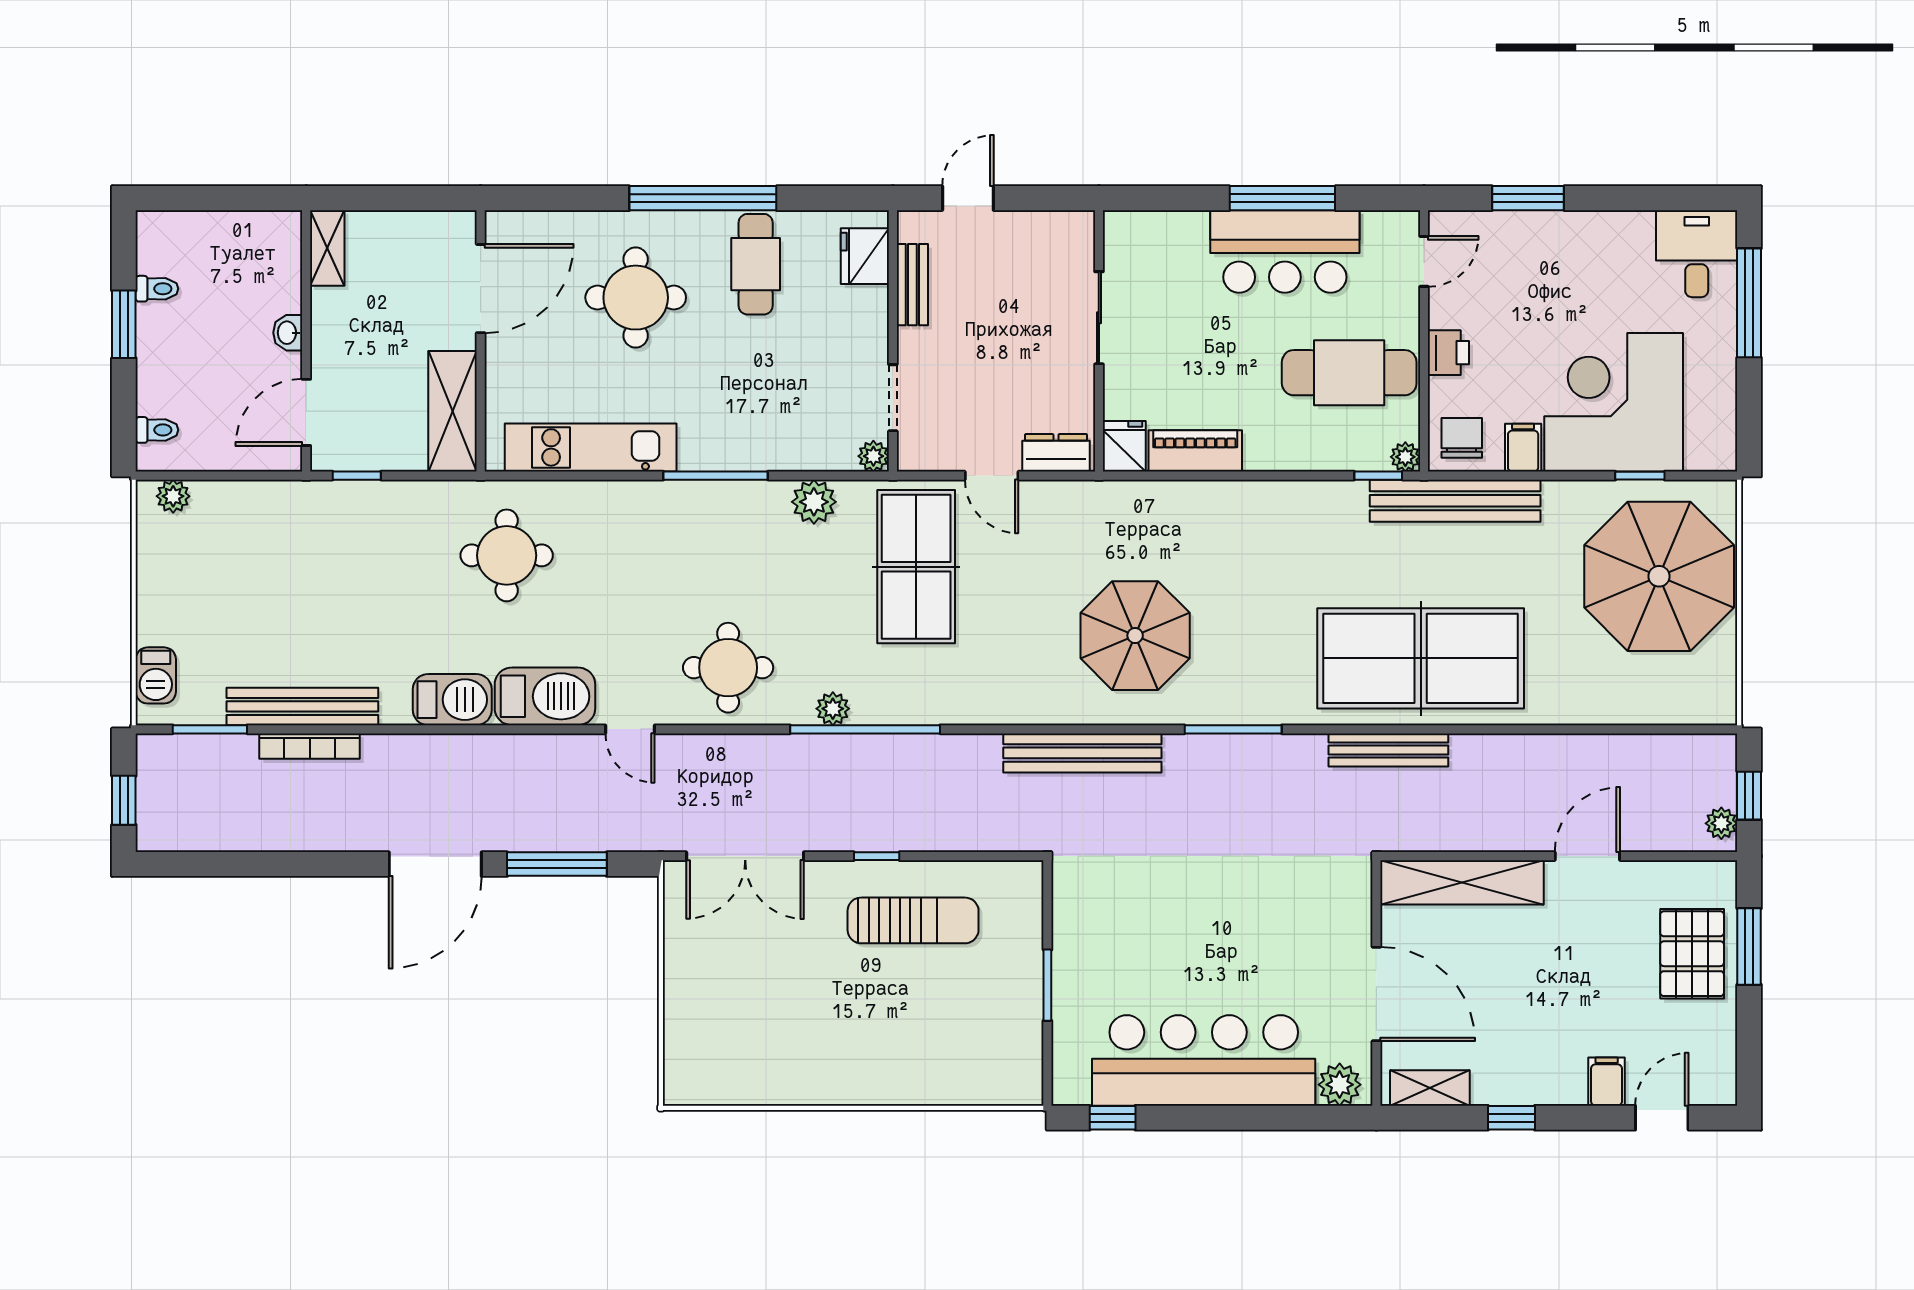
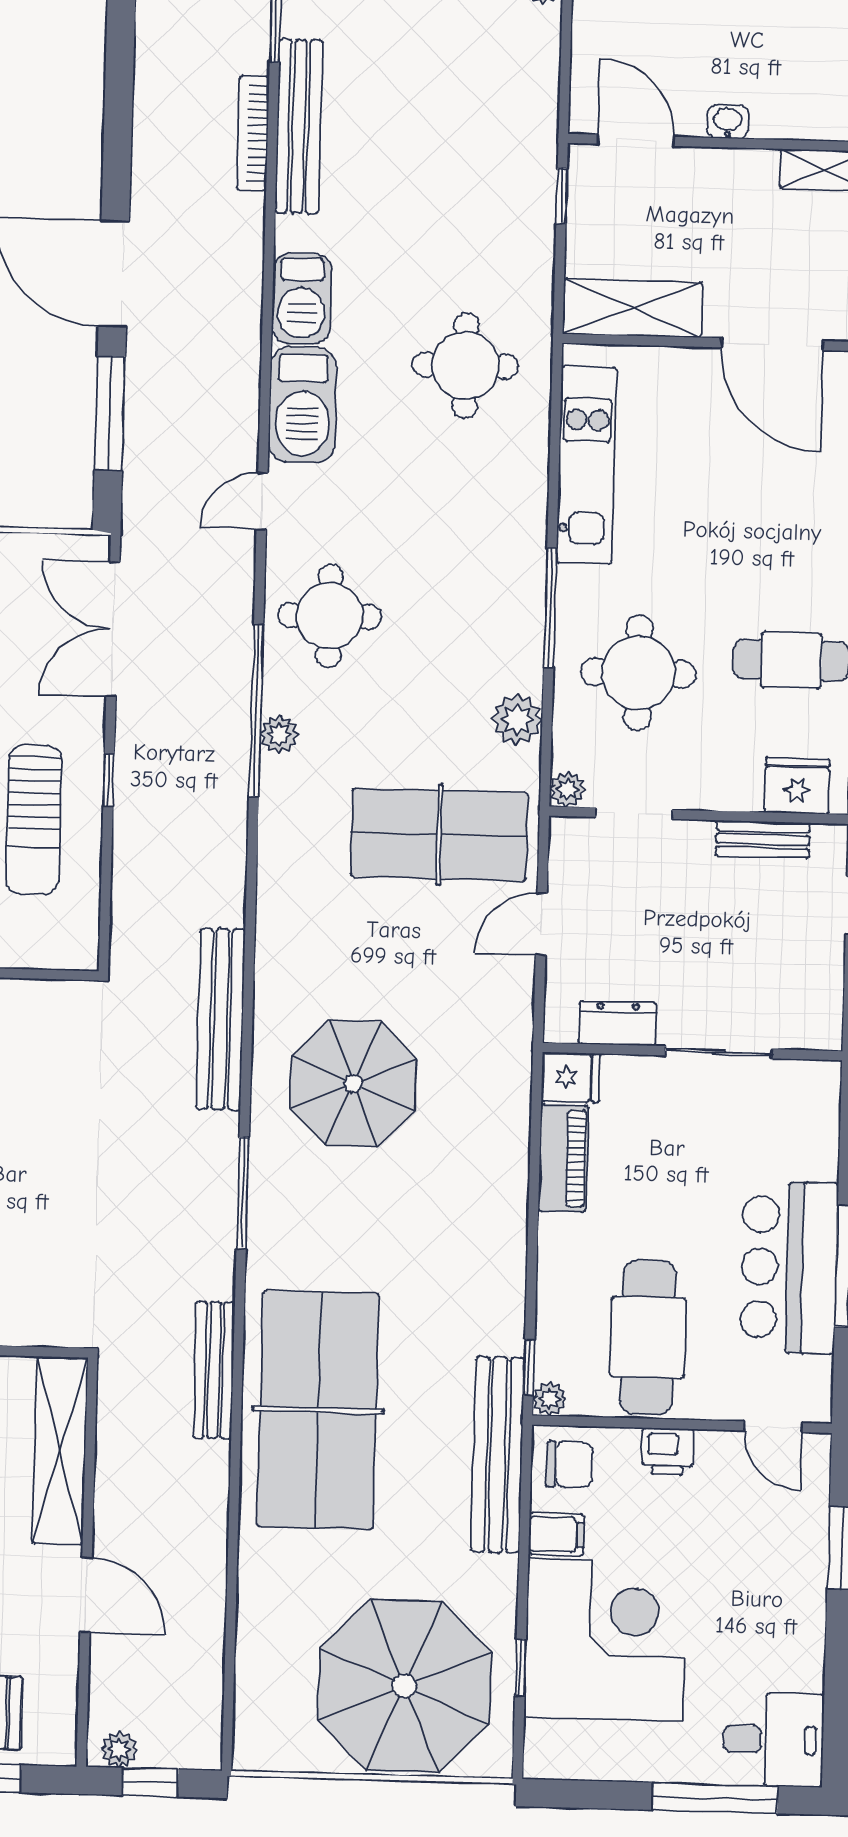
round table: (636, 298) -> (638, 673), moved
dresser: (1056, 453) -> (618, 1023), moved, turned -90
window: (865, 729) -> (256, 711), moved

